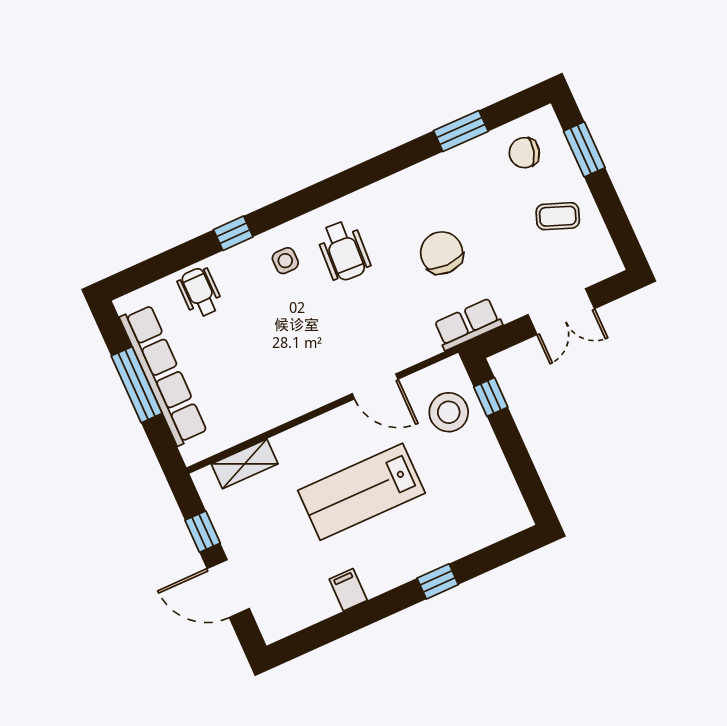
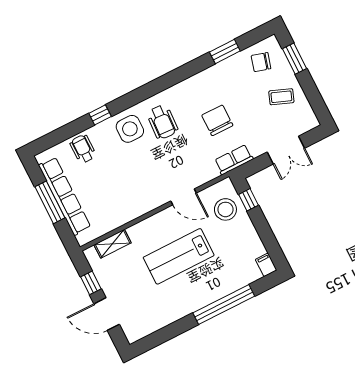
side table: (285, 261) -> (130, 129), width x1.87, depth x1.87
window: (438, 581) -> (224, 305), width x3.17
filing cabinet: (348, 590) -> (266, 265), moved

